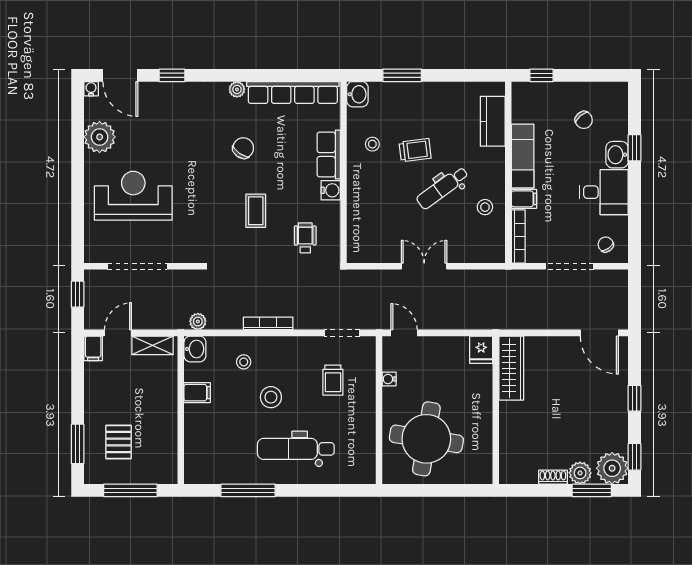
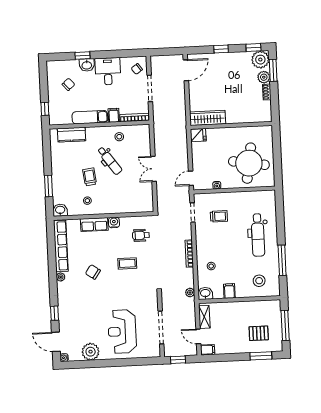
door: (120, 75) -> (56, 342), swing flipped
stool: (271, 397) -> (259, 281), moved

